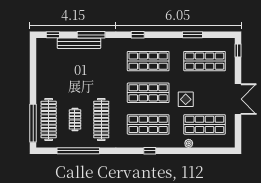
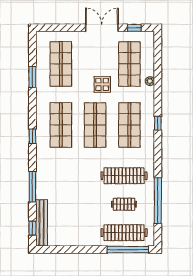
bench: (79, 43) -> (42, 223), moved
window: (238, 51) -> (134, 28), moved

